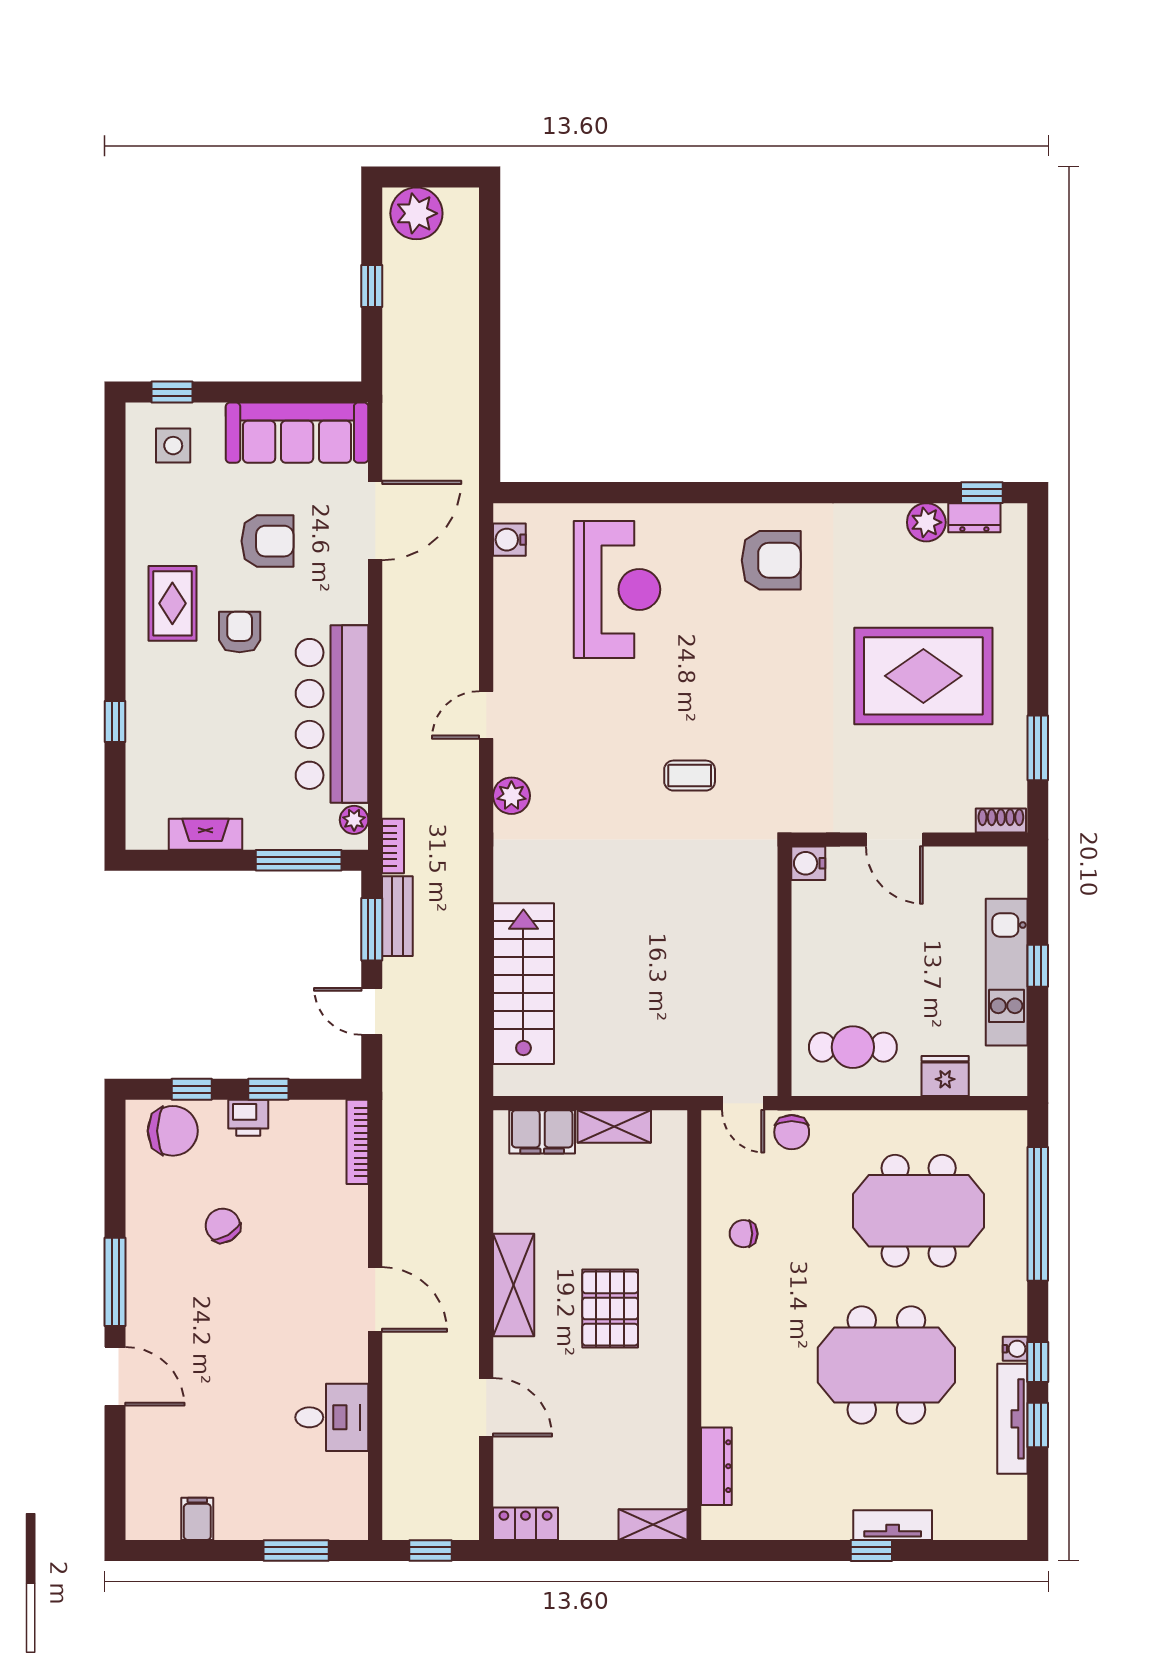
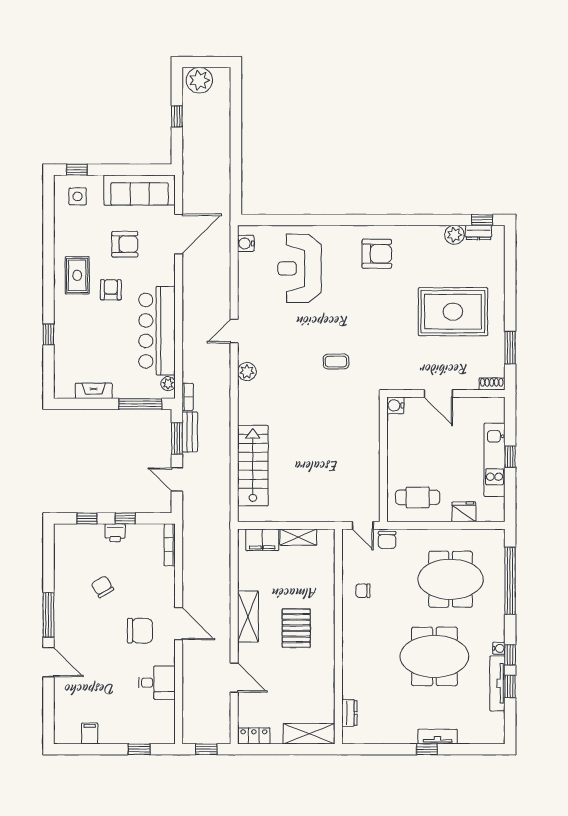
reception desk: (617, 589) -> (300, 268), turned 180
chair: (173, 1131) -> (140, 631), moved
dresser: (716, 1466) -> (349, 713), width x0.70
shelving: (653, 1525) -> (309, 734), width x1.50, depth x1.33
window: (296, 1551) -> (139, 749), width x0.67

